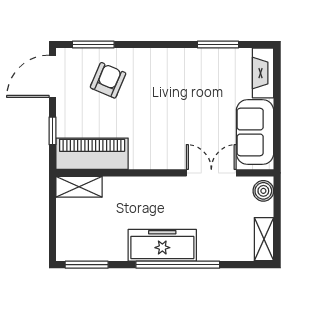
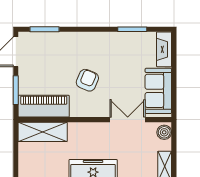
armchair: (108, 80) -> (87, 80), moved
window: (52, 131) -> (16, 90), width x1.50
shelving: (79, 187) -> (43, 132), width x1.50, depth x1.33

